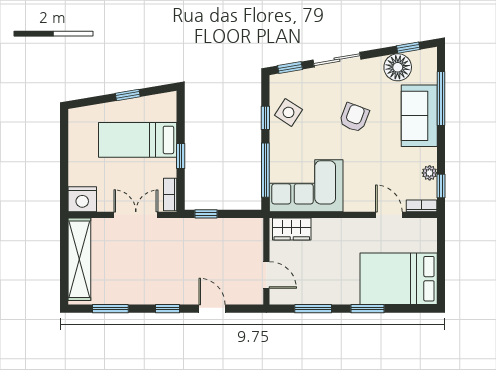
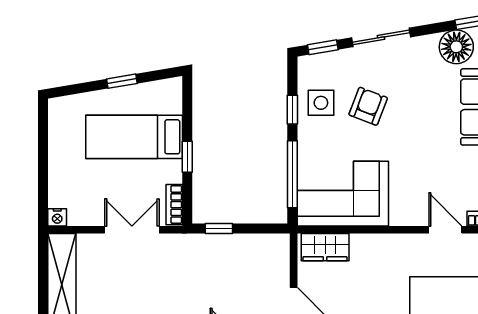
side table: (288, 112) -> (321, 103), turned -33
armchair: (354, 117) -> (368, 106), moved
nightstand: (82, 199) -> (57, 217), width x0.53, depth x0.56

